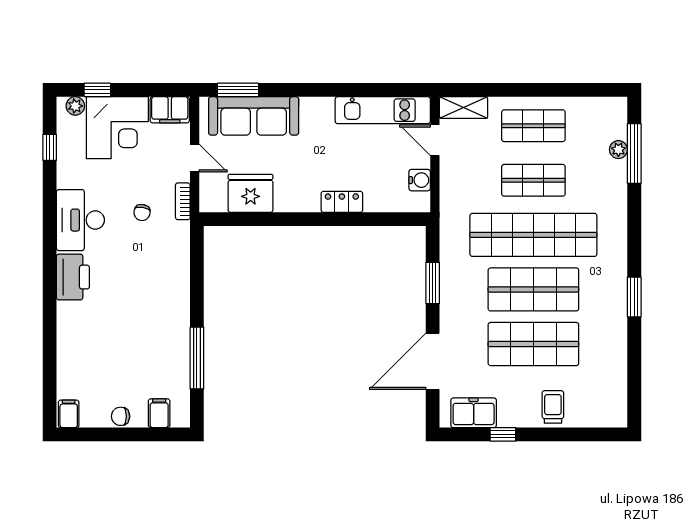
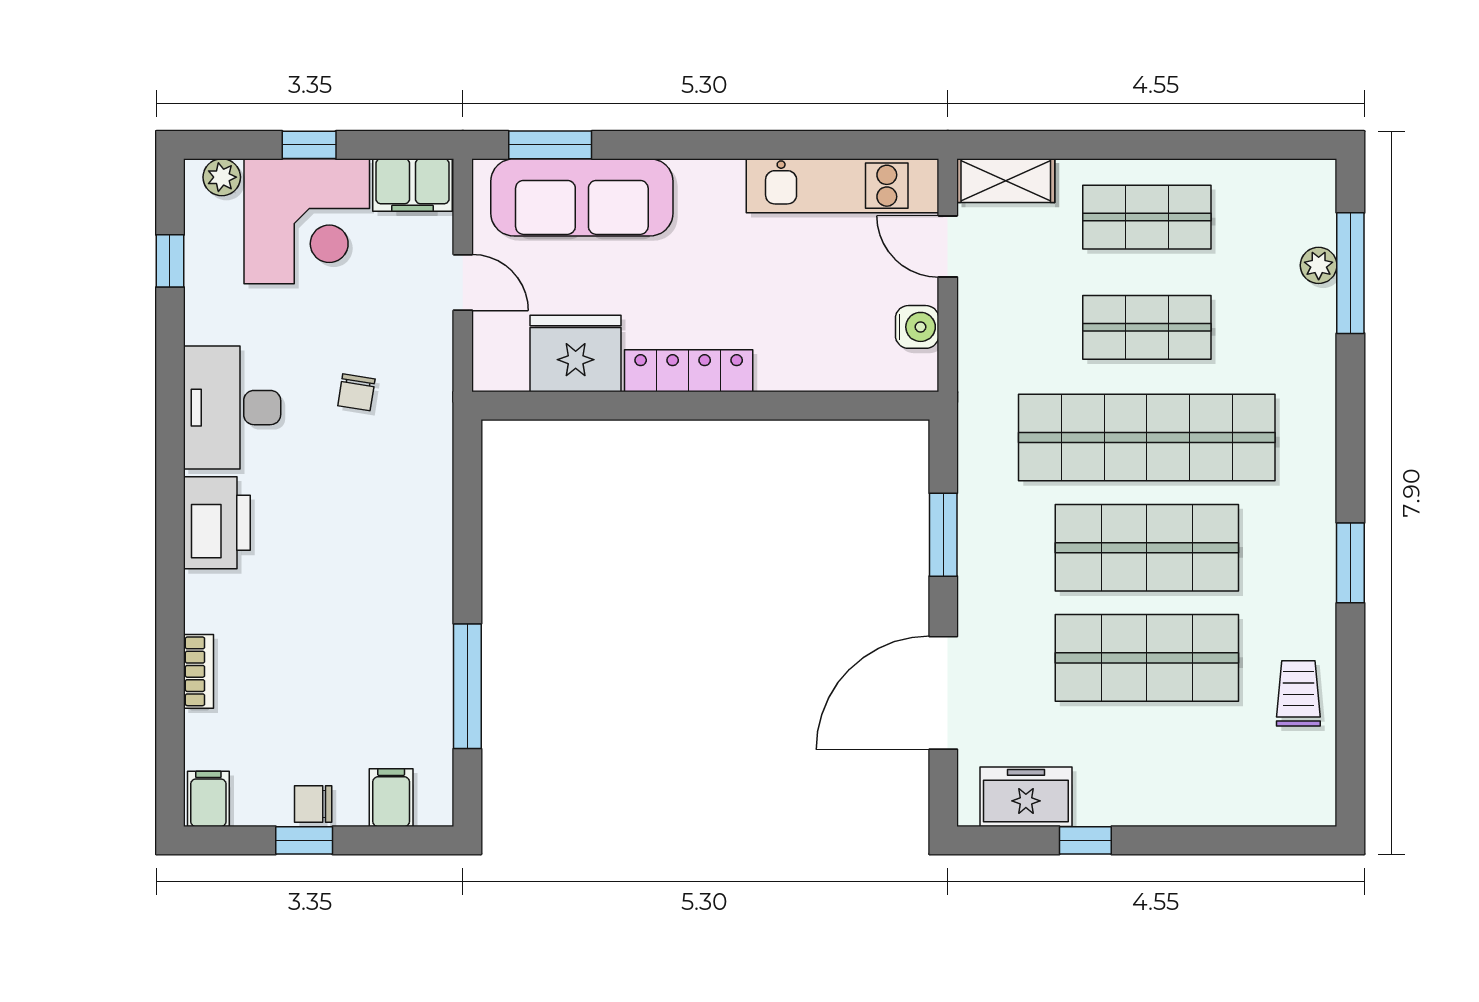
window: (97, 90) -> (309, 145), moved
bookcase: (183, 201) -> (199, 671), moved, turned 180
locker: (342, 202) -> (689, 371), moved, width x1.53
trolley: (553, 407) -> (1298, 693), moved
window: (116, 434) -> (304, 840), added

